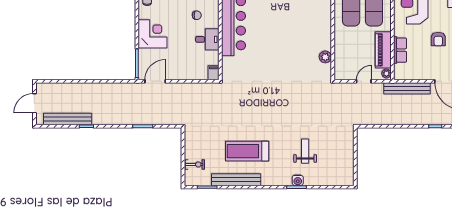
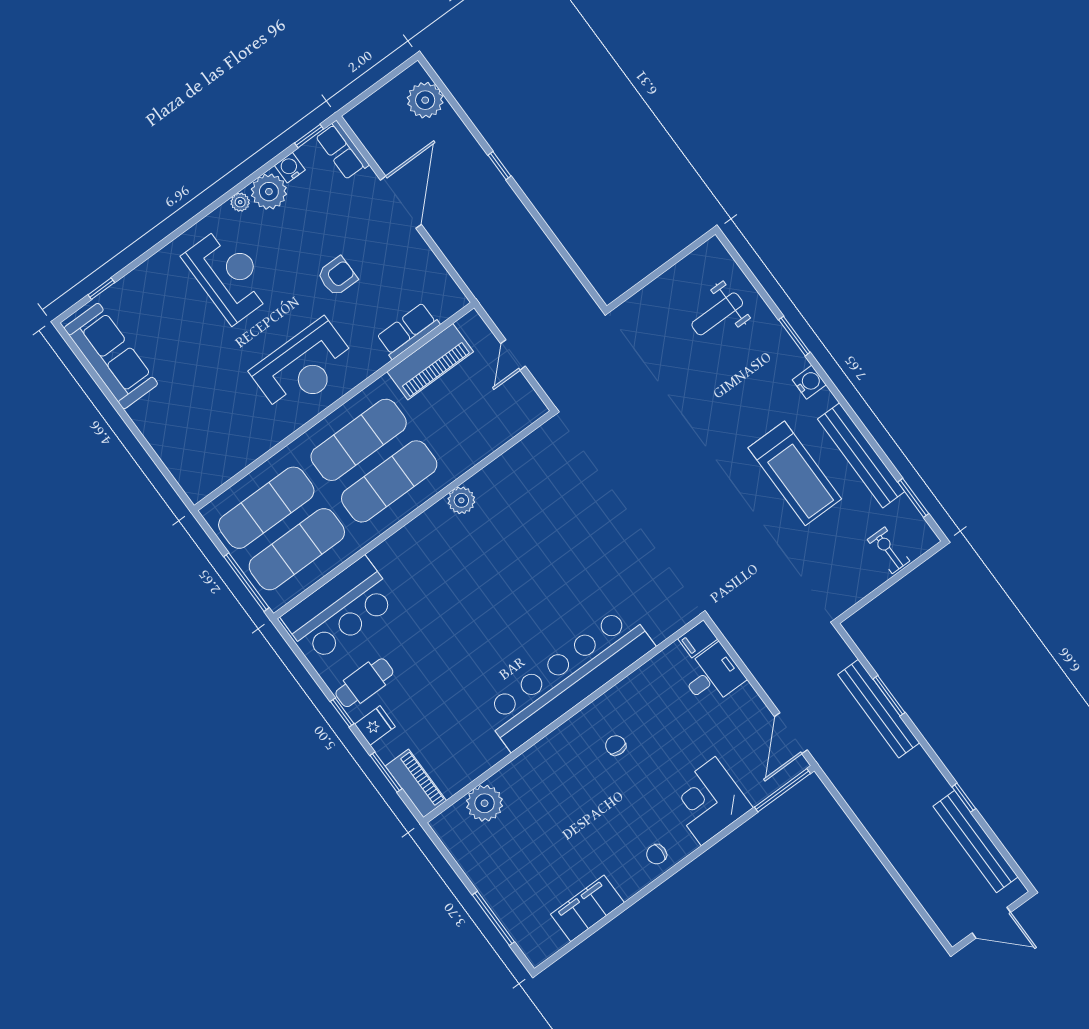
desk: (207, 39) -> (712, 676), moved, turned 90
plant: (325, 57) -> (461, 500), moved
plant: (386, 74) -> (469, 324), removed
door: (155, 81) -> (791, 733), hinge flipped
door: (364, 81) -> (513, 355), hinge flipped
bench: (407, 88) -> (879, 709), moved
weight bench: (305, 151) -> (717, 314), moved
water cooler: (298, 180) -> (809, 382), moved

